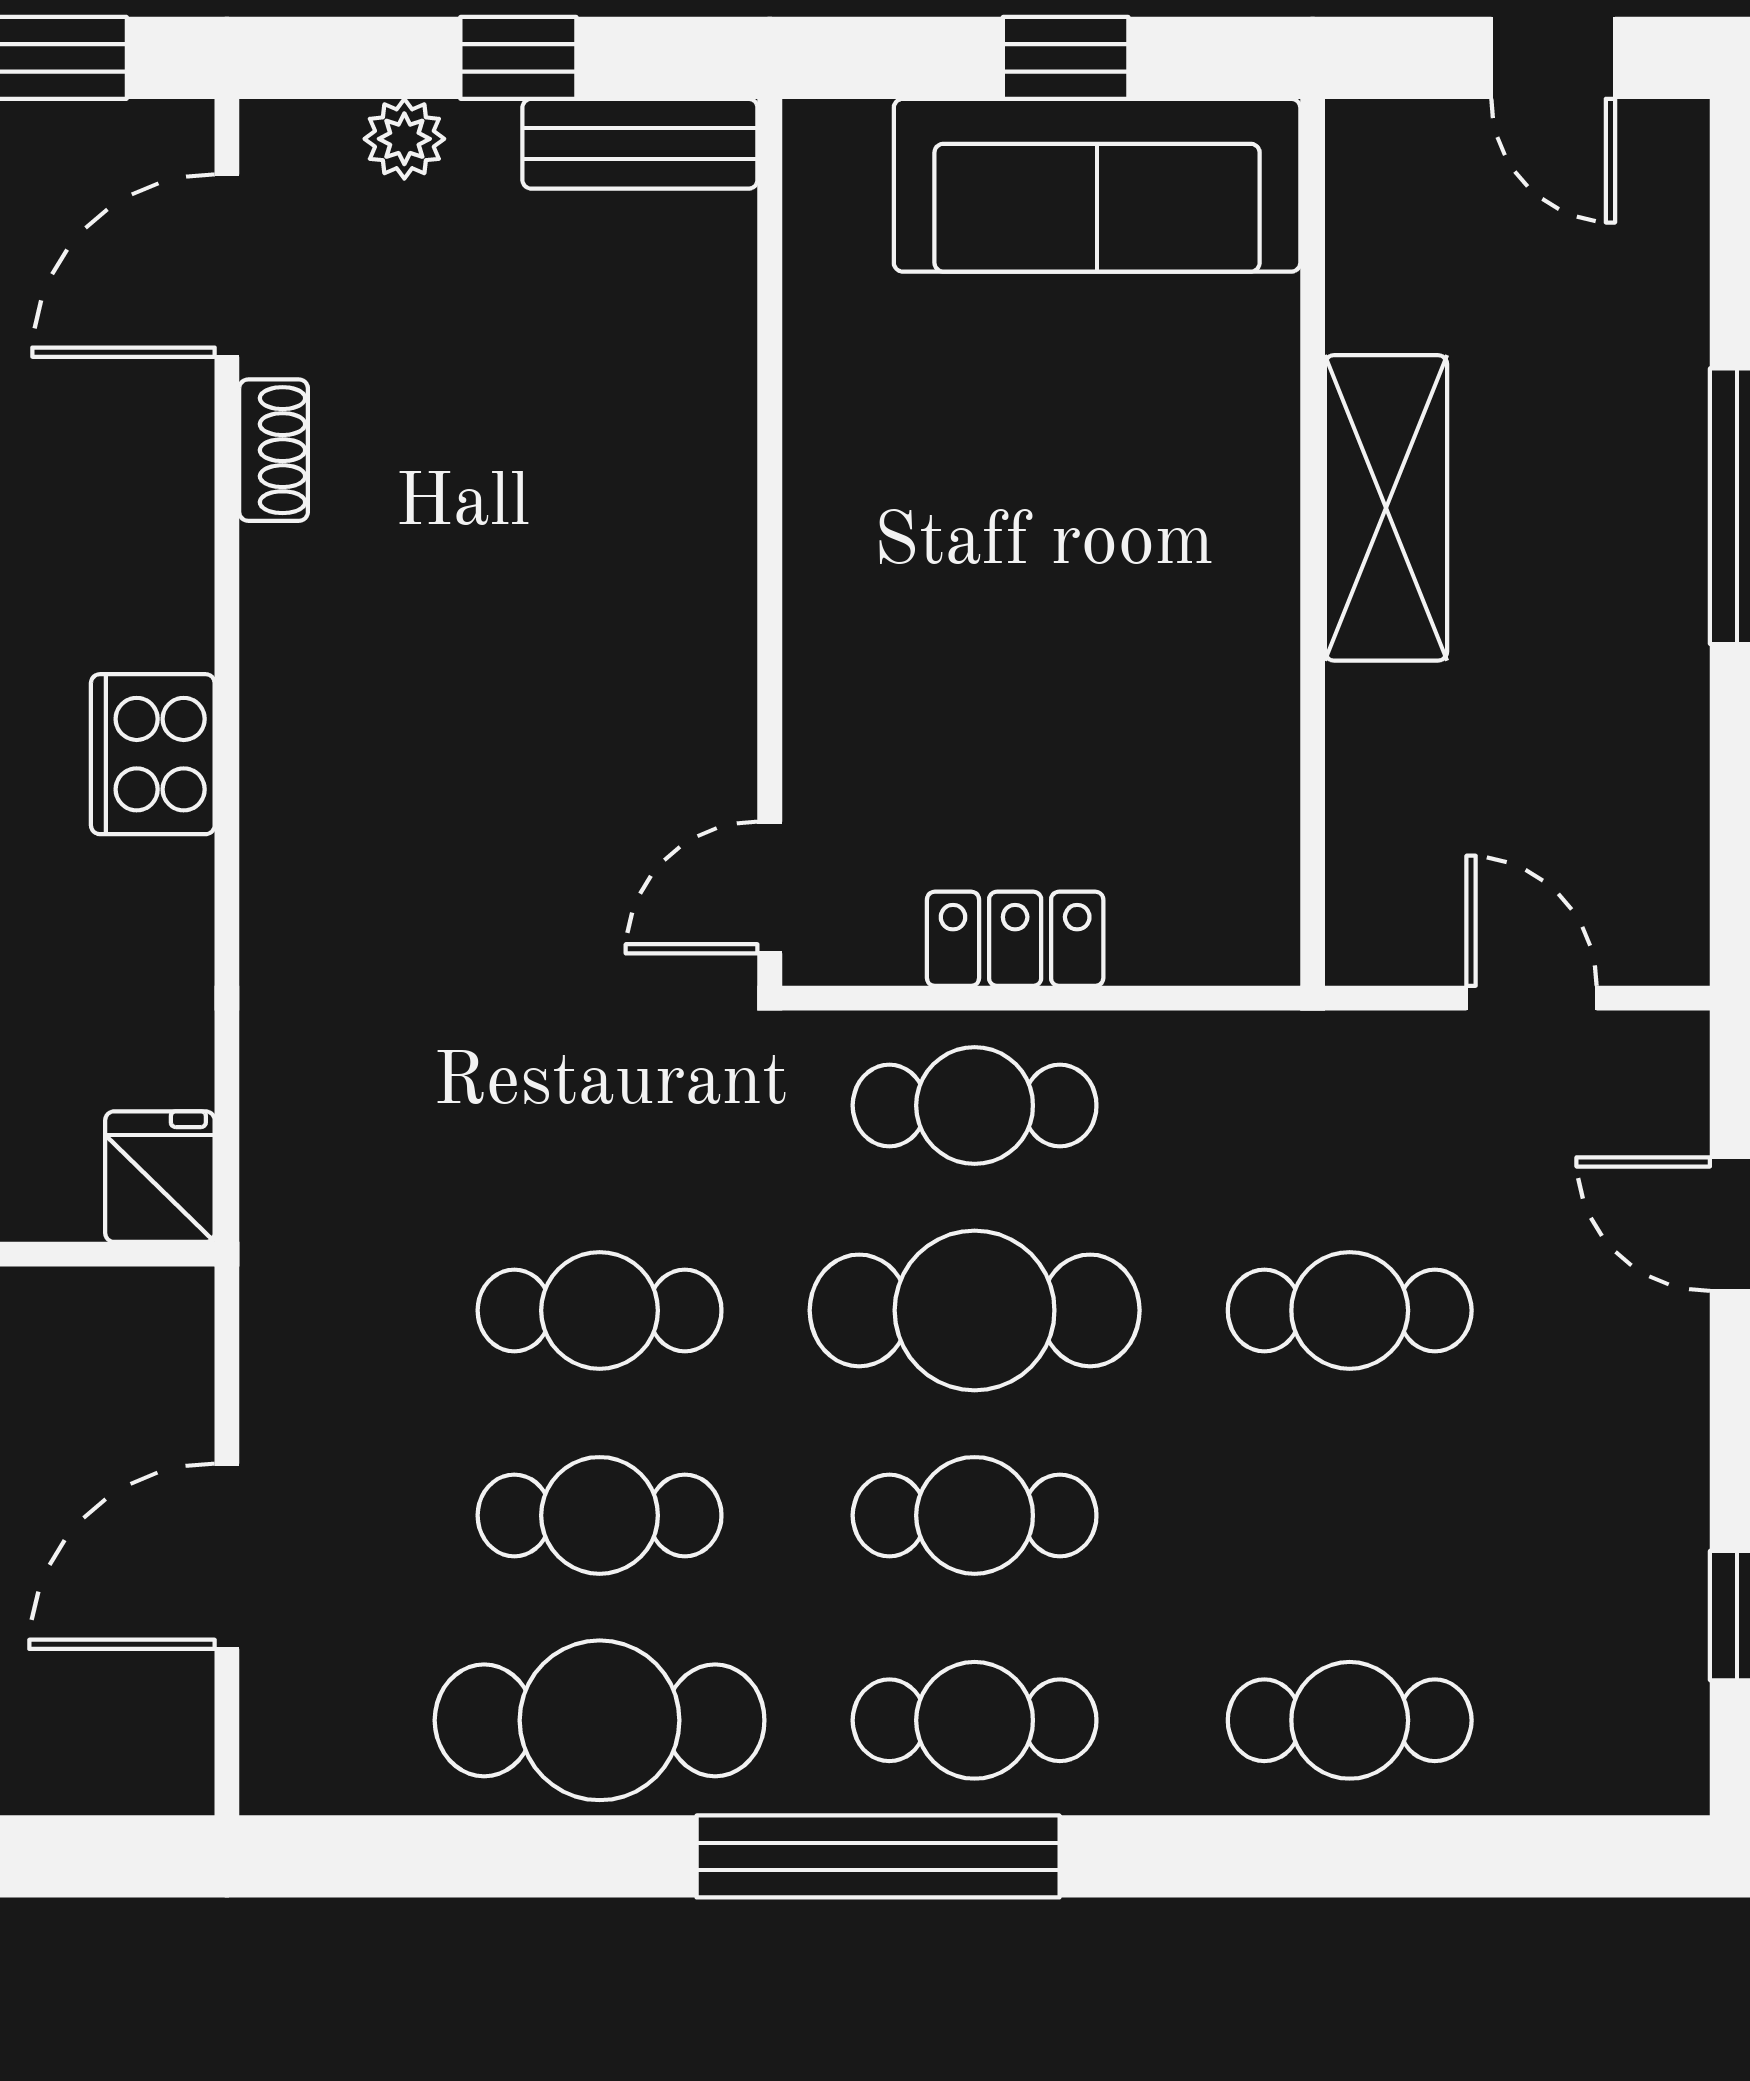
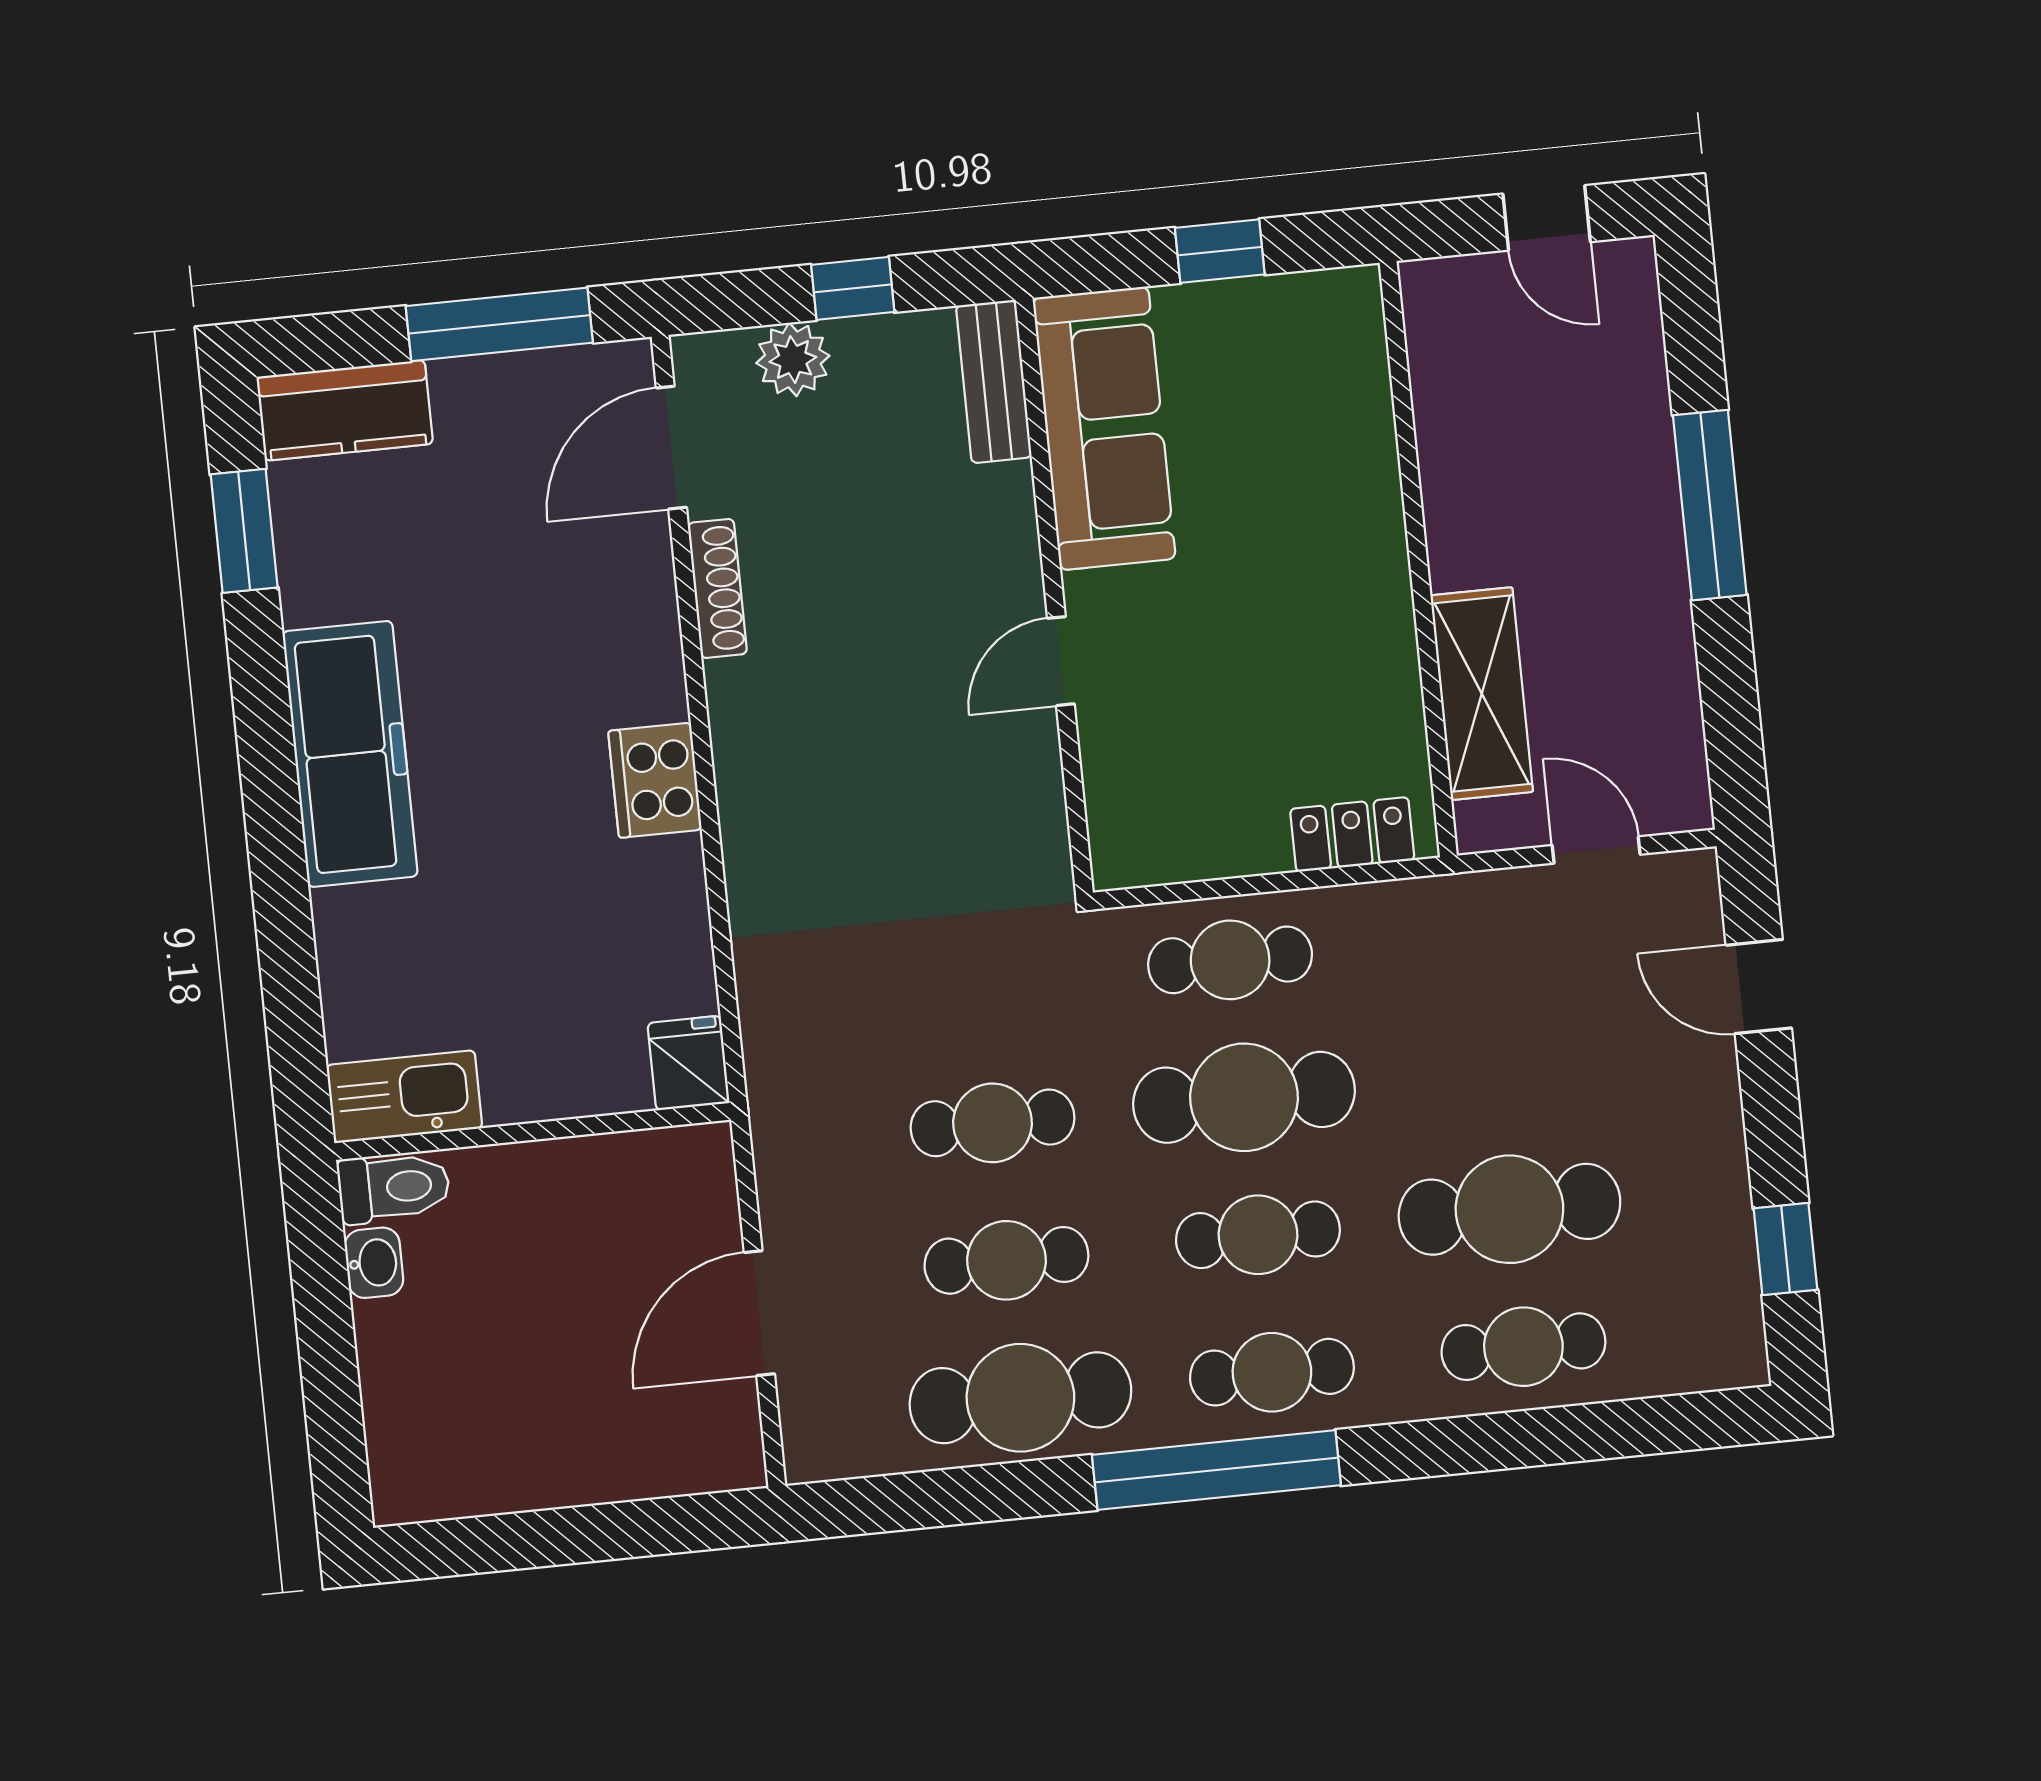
plant: (404, 139) -> (793, 359), width x1.38, depth x1.38
bench: (640, 144) -> (994, 381), moved, turned 90
sofa: (1097, 185) -> (1104, 428), moved, turned -90
shoe rack: (274, 450) -> (717, 588), width x1.43
shelving: (1386, 508) -> (1482, 694), moved
door: (770, 888) -> (1061, 661), moved
locker: (1015, 939) -> (1352, 835), moved
cafe table: (1350, 1310) -> (1509, 1209), moved, width x1.37, depth x1.35

